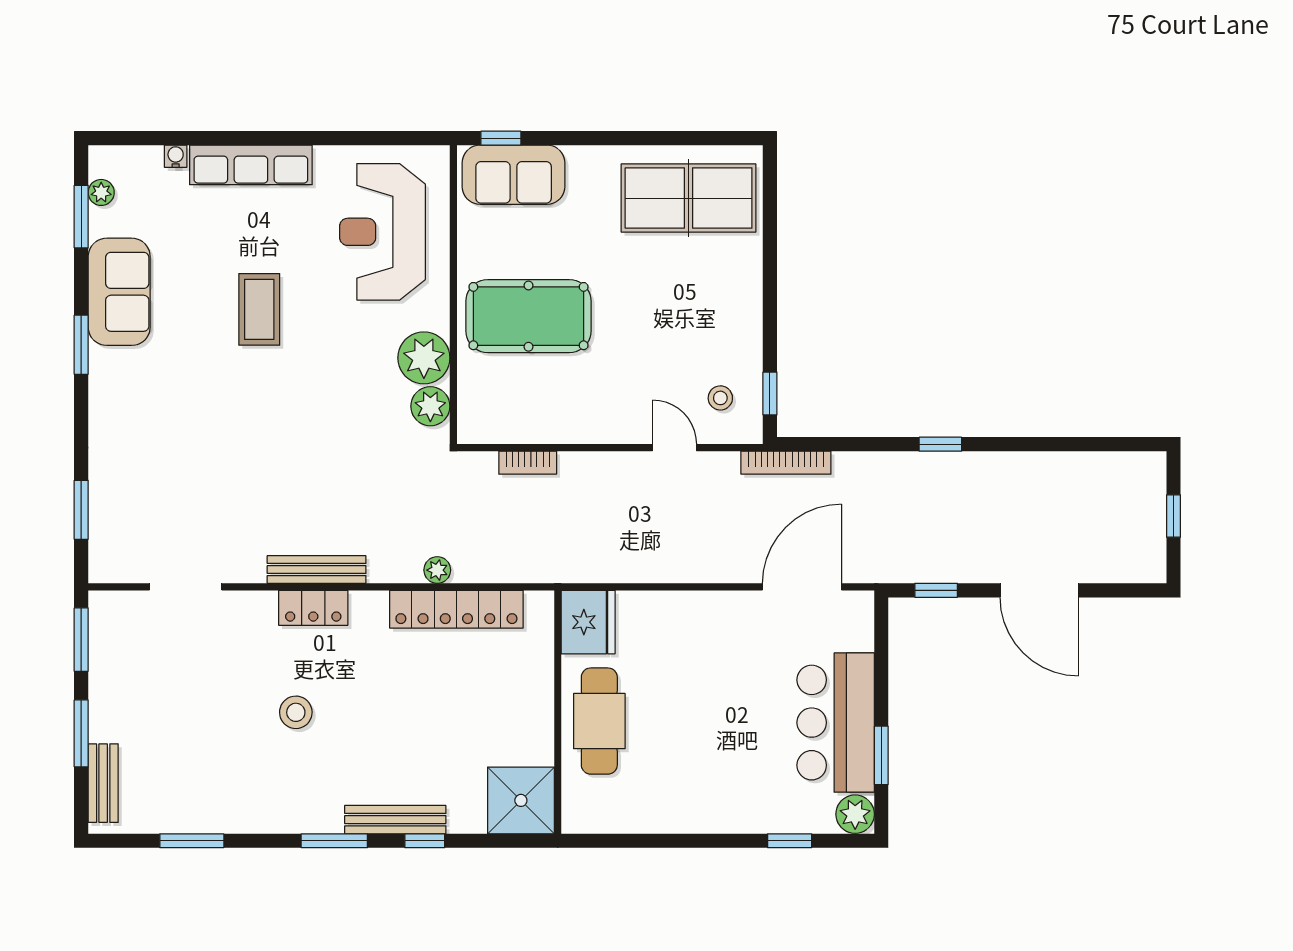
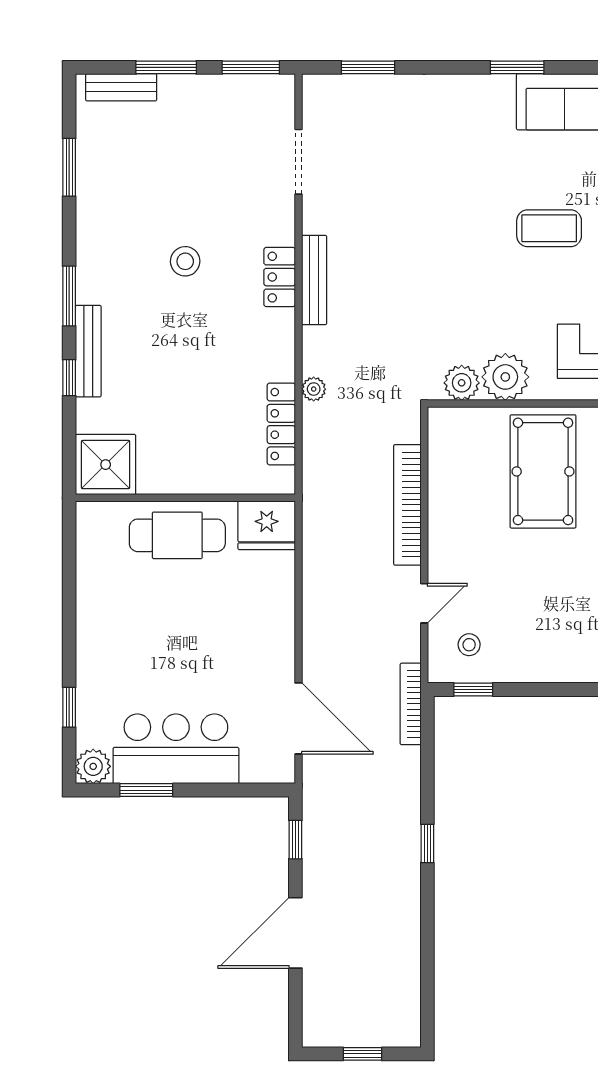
bookcase: (528, 463) -> (407, 505), width x2.31, depth x1.31
locker: (456, 609) -> (281, 424), width x0.71, depth x0.83

